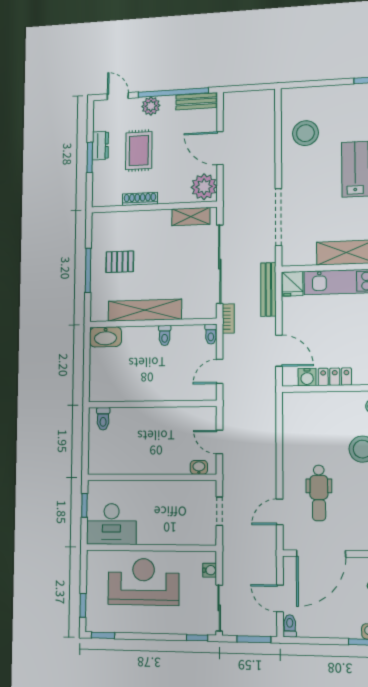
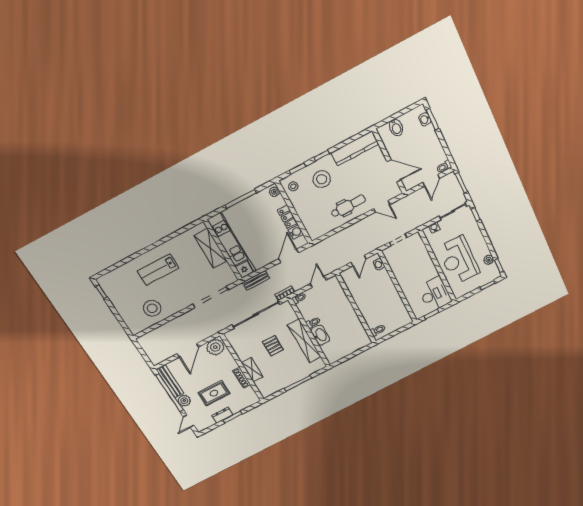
bench: (196, 101) -> (170, 382), width x1.36
shelving: (191, 217) -> (252, 370), moved
pallet: (120, 262) -> (273, 346), moved
bench: (268, 289) -> (256, 280), width x0.73
washbasin: (105, 337) -> (320, 335), moved
door: (220, 371) -> (318, 282), swing flipped
dental chair: (319, 493) -> (348, 206), moved
door: (321, 554) -> (394, 171), width x0.73
plant: (120, 625) -> (489, 260), added

